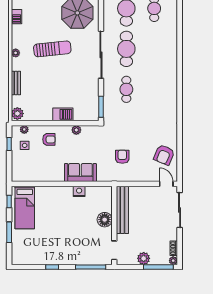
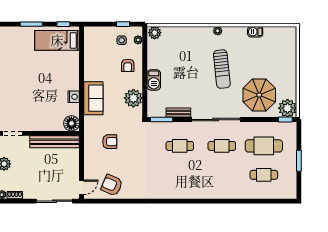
cafe table: (126, 49) -> (222, 146), width x0.73, depth x0.74
bench: (16, 83) -> (178, 113), moved
plant: (76, 130) -> (133, 98), width x1.88, depth x1.88
floor lamp: (105, 220) -> (71, 123), moved

